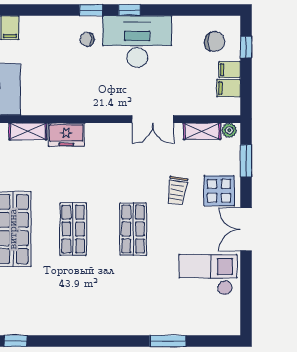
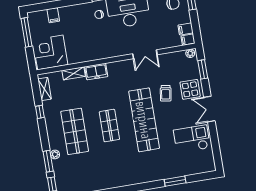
filing cabinet: (230, 70) -> (188, 40), moved
shelving: (202, 131) -> (174, 57), removed
shop shelf: (133, 229) -> (144, 120), width x2.00, depth x1.36

